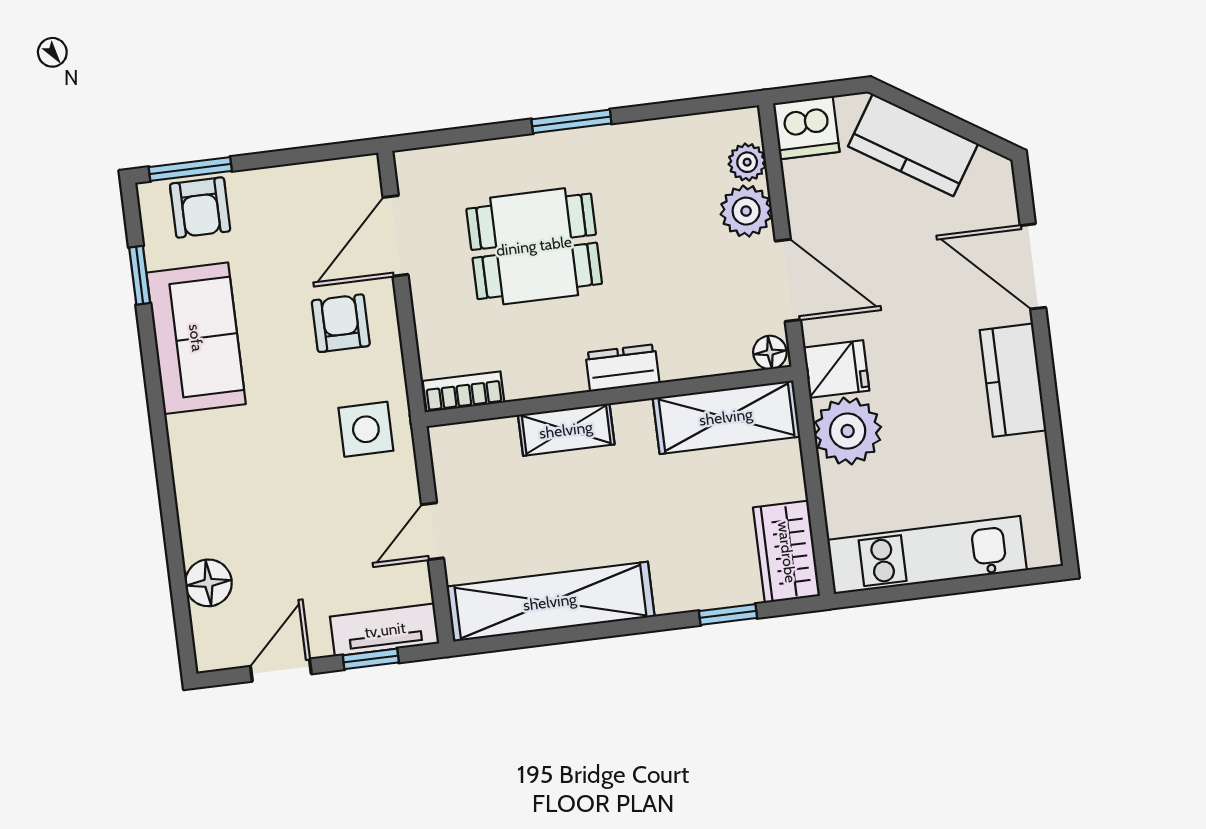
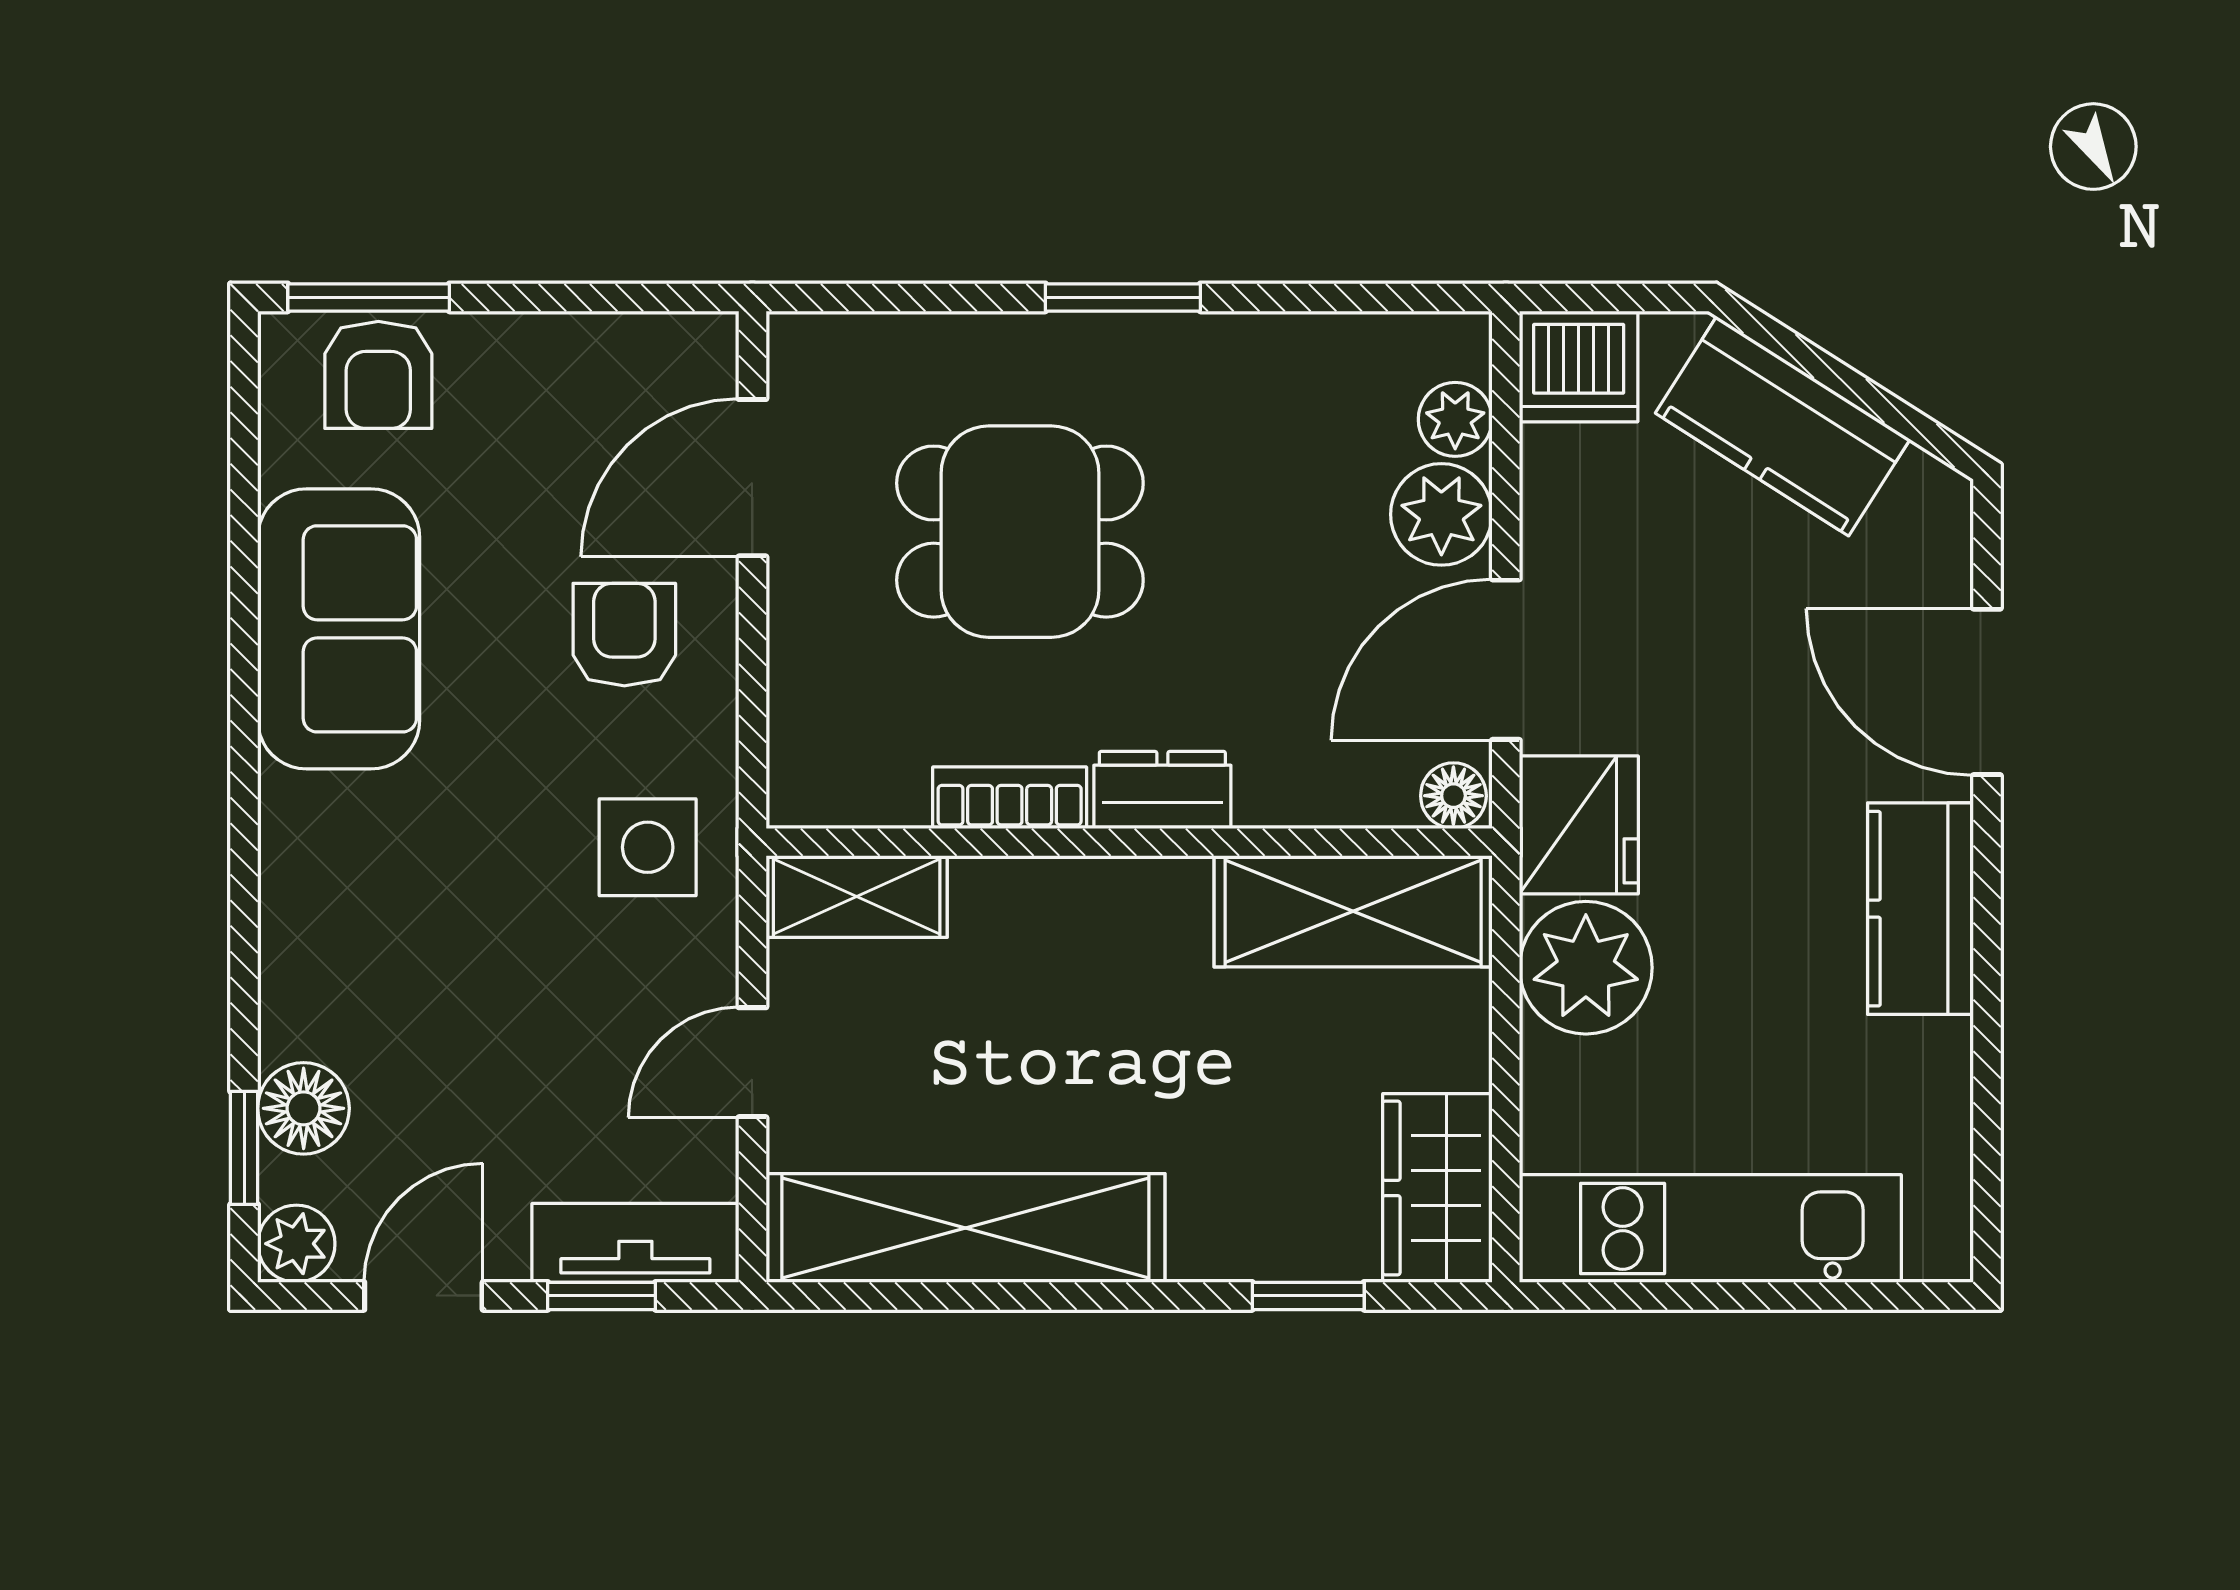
window: (140, 275) -> (244, 1148), moved
door: (788, 280) -> (1506, 660), swing flipped
fridge: (836, 369) -> (1579, 825), width x1.38
bookcase: (464, 392) -> (1010, 798), moved
shelving: (566, 430) -> (857, 896), moved
plant: (213, 652) -> (296, 1244), added

